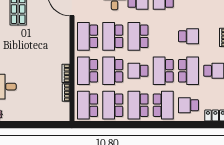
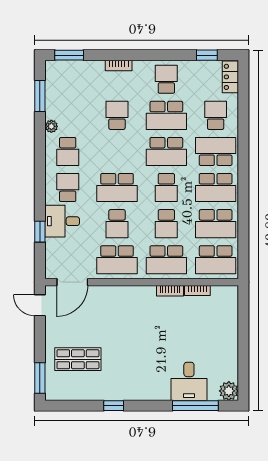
school desk: (113, 36) -> (117, 224), width x0.54
school desk: (113, 71) -> (166, 224), width x0.54
school desk: (188, 71) -> (166, 115), turned 180
school desk: (188, 105) -> (216, 115), turned 180

